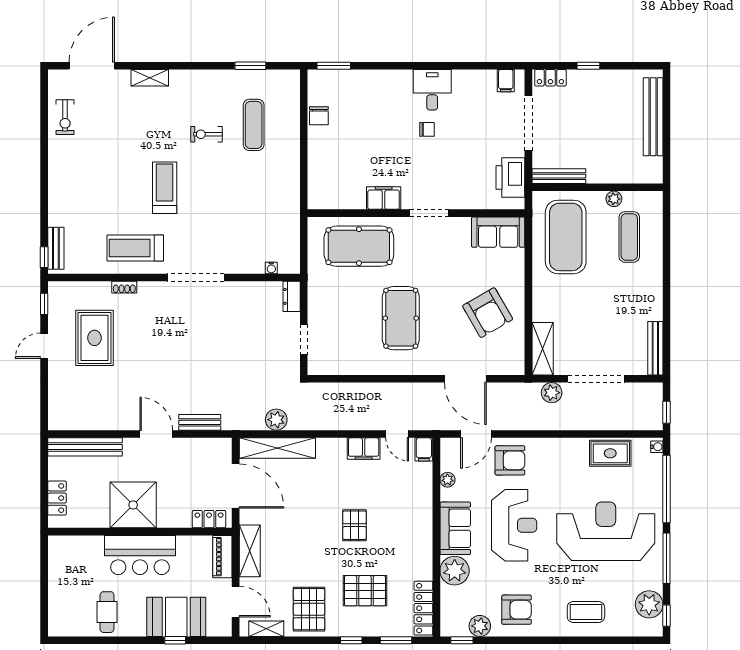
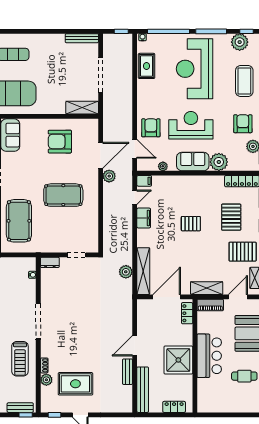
plant: (101, 291) -> (46, 380), added
armchair: (488, 313) -> (60, 142), turned -150
plant: (552, 393) -> (109, 176), moved
bench: (200, 422) -> (127, 372), moved
coffee table: (586, 612) -> (244, 81), width x1.36, depth x1.32

